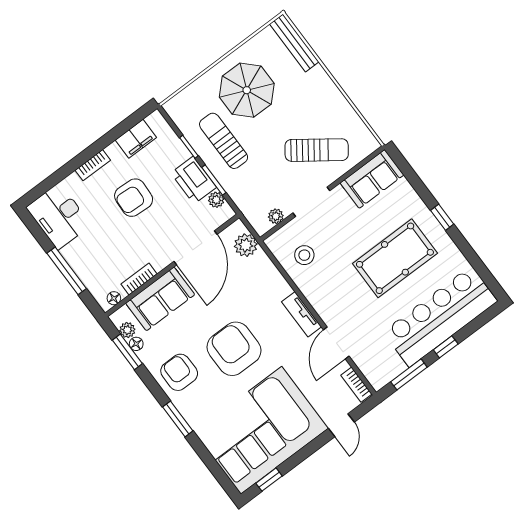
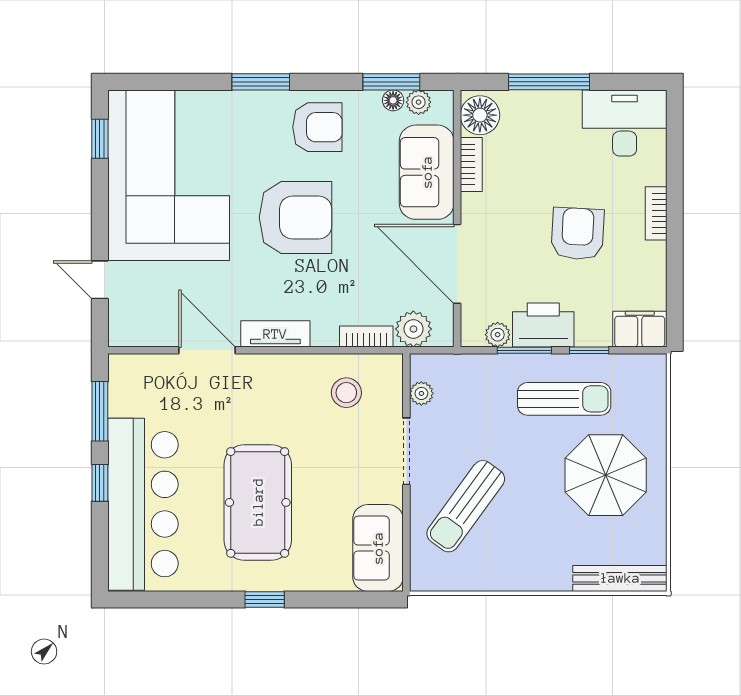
filing cabinet: (136, 139) -> (640, 329), moved, turned 90
floor lamp: (114, 298) -> (480, 115), width x1.89, depth x1.89
bookcase: (356, 385) -> (366, 336), moved

